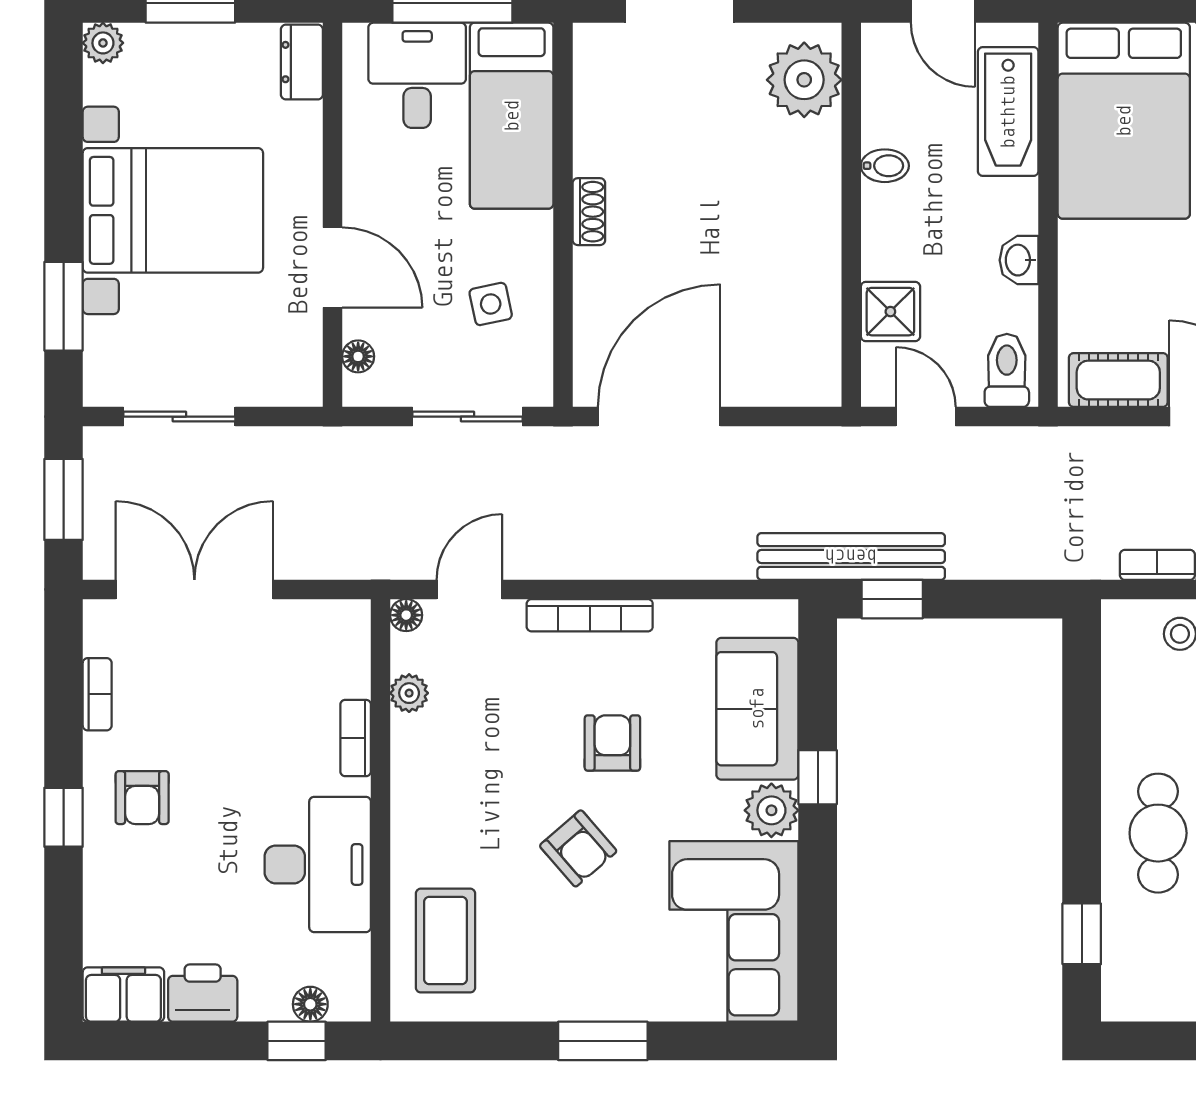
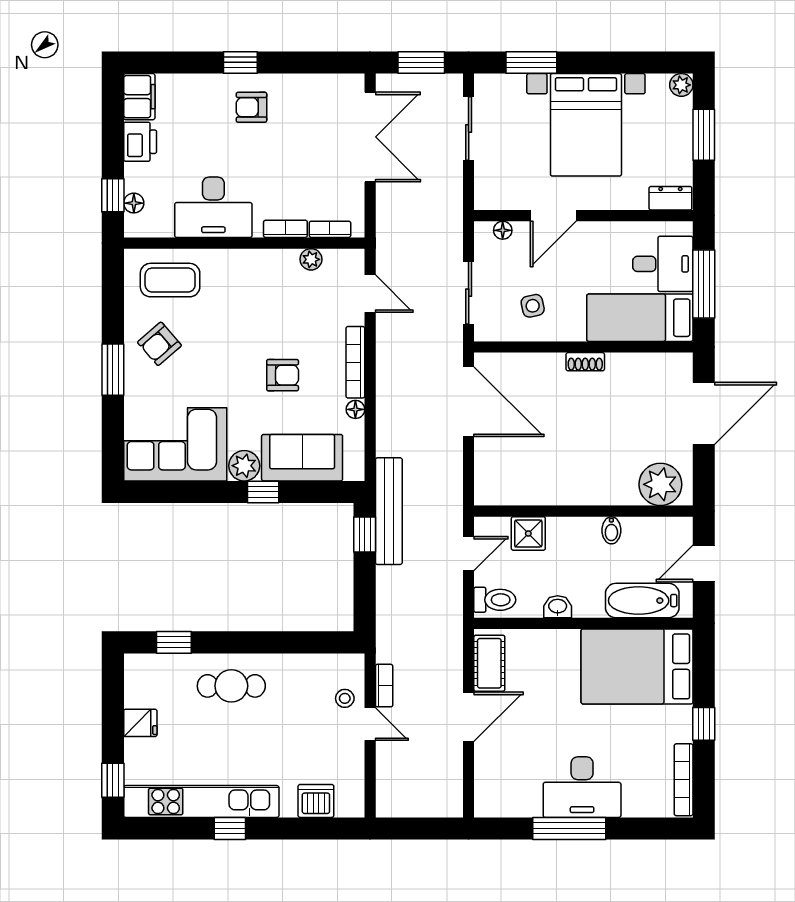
floor lamp: (406, 615) -> (355, 409), moved
bookcase: (97, 694) -> (330, 229), moved, turned 180
armchair: (578, 848) -> (159, 344), moved

